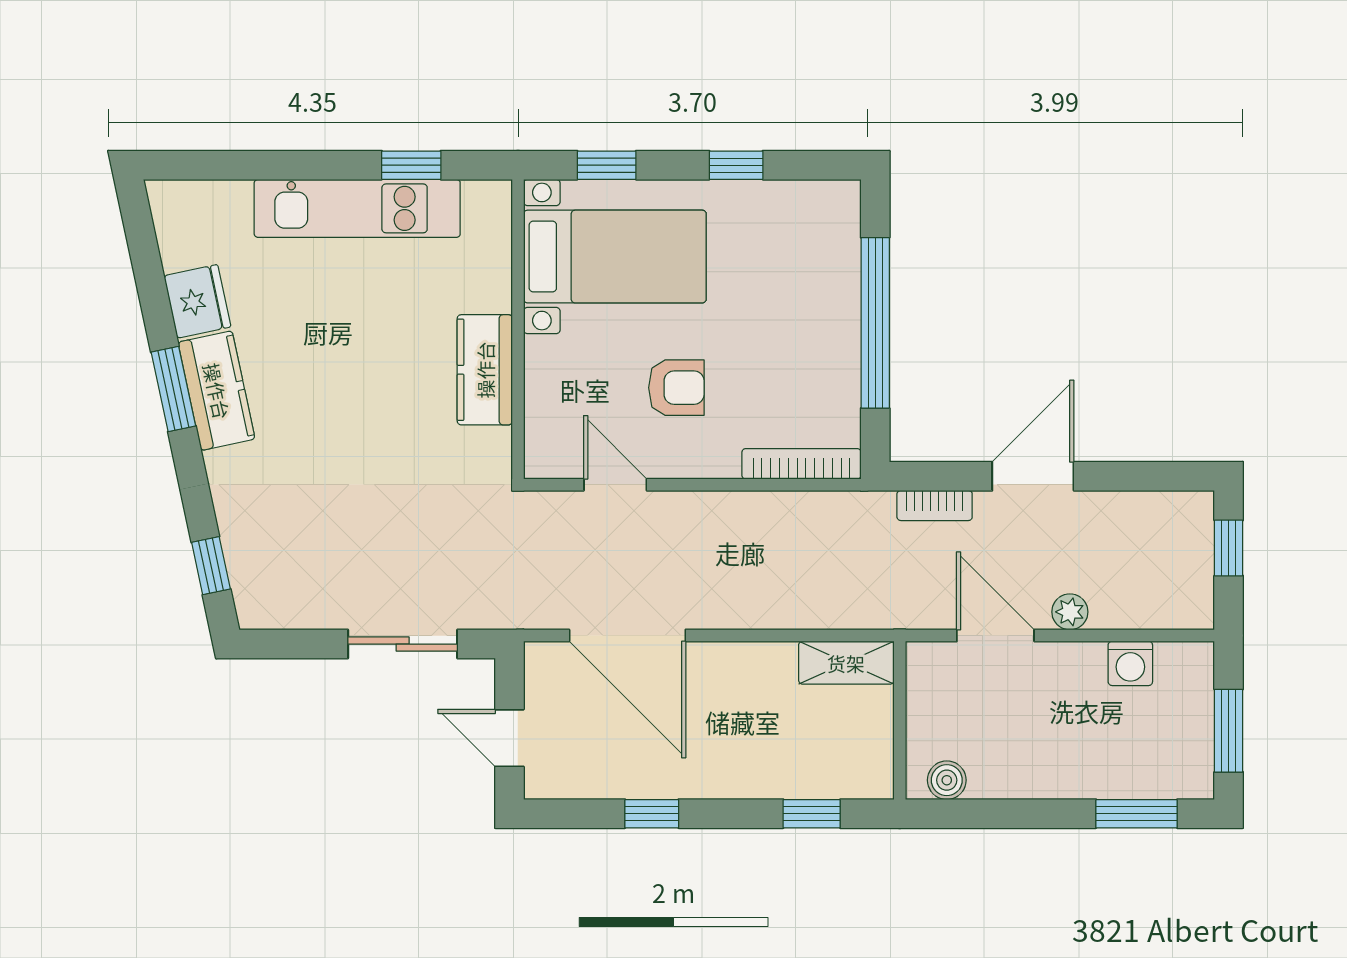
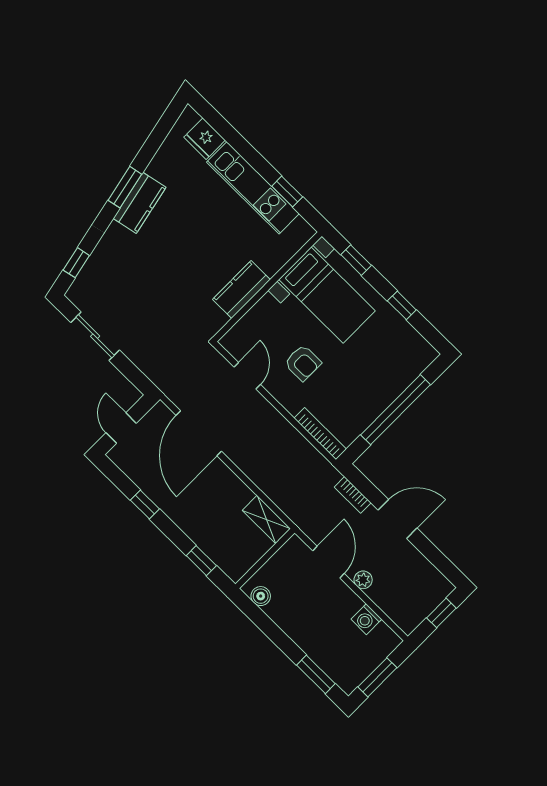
fridge: (197, 301) -> (205, 139), moved, turned 102
sliding door: (403, 644) -> (95, 336), moved

